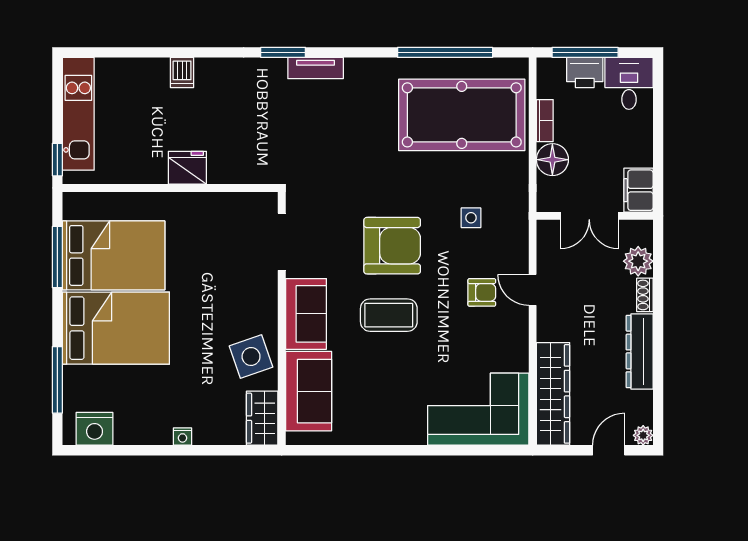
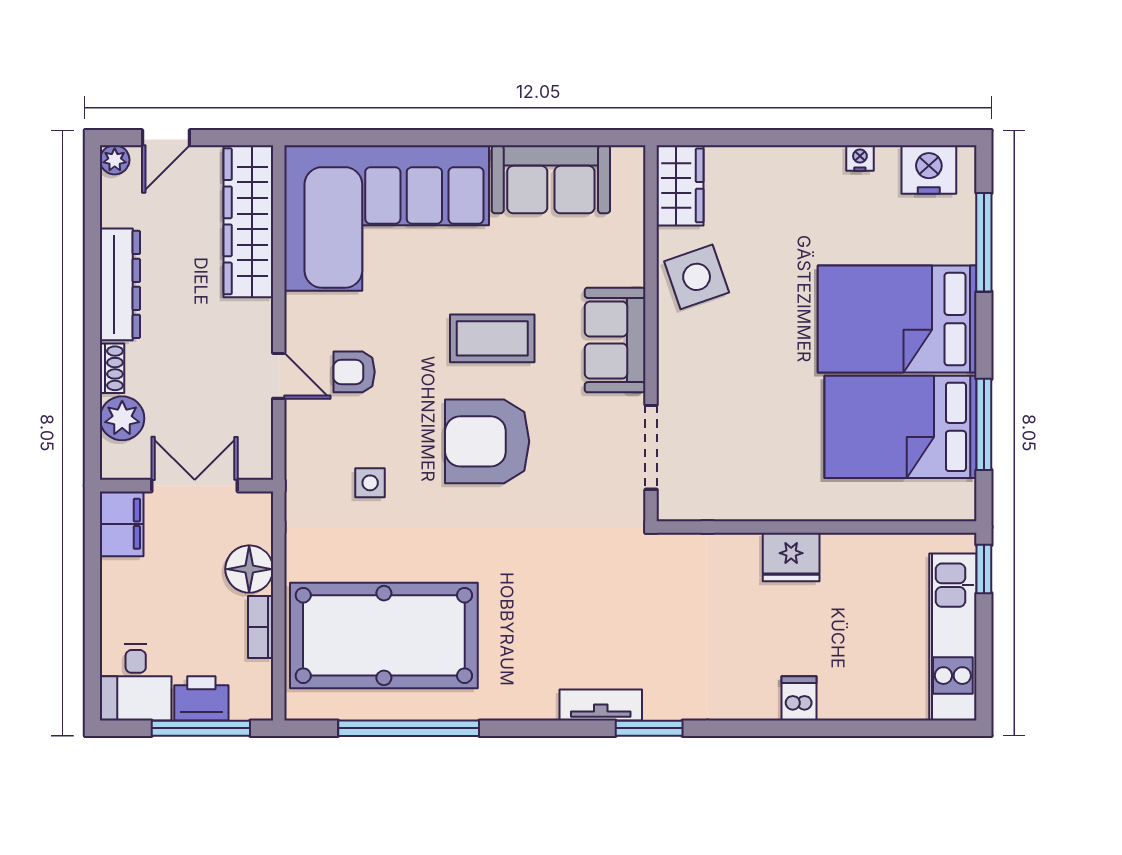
sofa: (309, 391) -> (551, 179), moved, turned -90
corner sofa: (478, 409) -> (387, 218), width x1.36, depth x1.36
nightstand: (183, 437) -> (860, 158), moved

